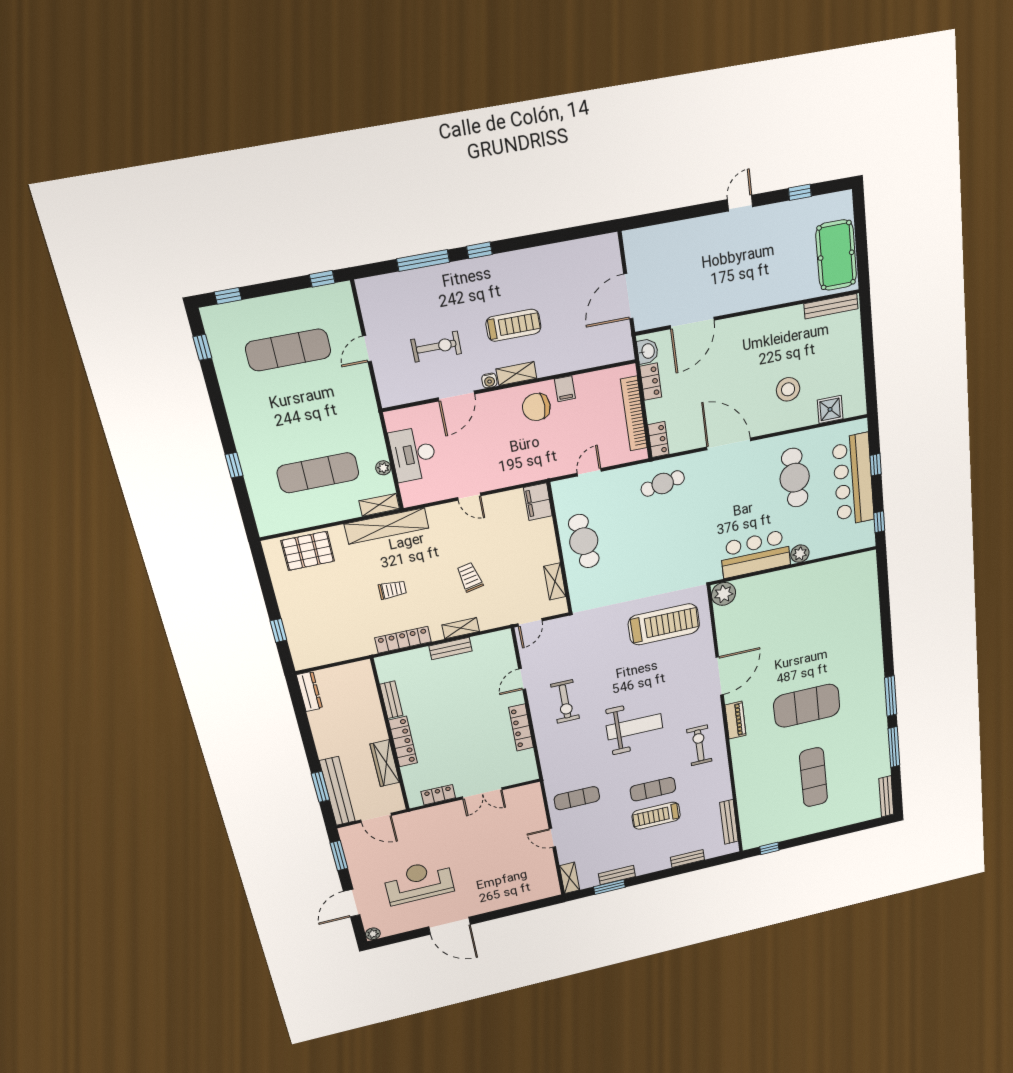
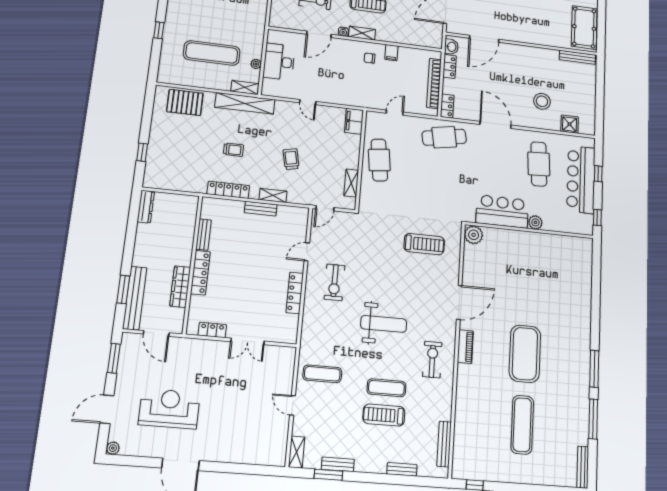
chair: (536, 407) -> (369, 58), width x0.54, depth x0.54
cafe table: (663, 483) -> (444, 137), width x1.37, depth x1.35
treadmill: (664, 624) -> (424, 244), width x0.73, depth x0.73
exercise mat: (807, 706) -> (525, 354), turned 90

